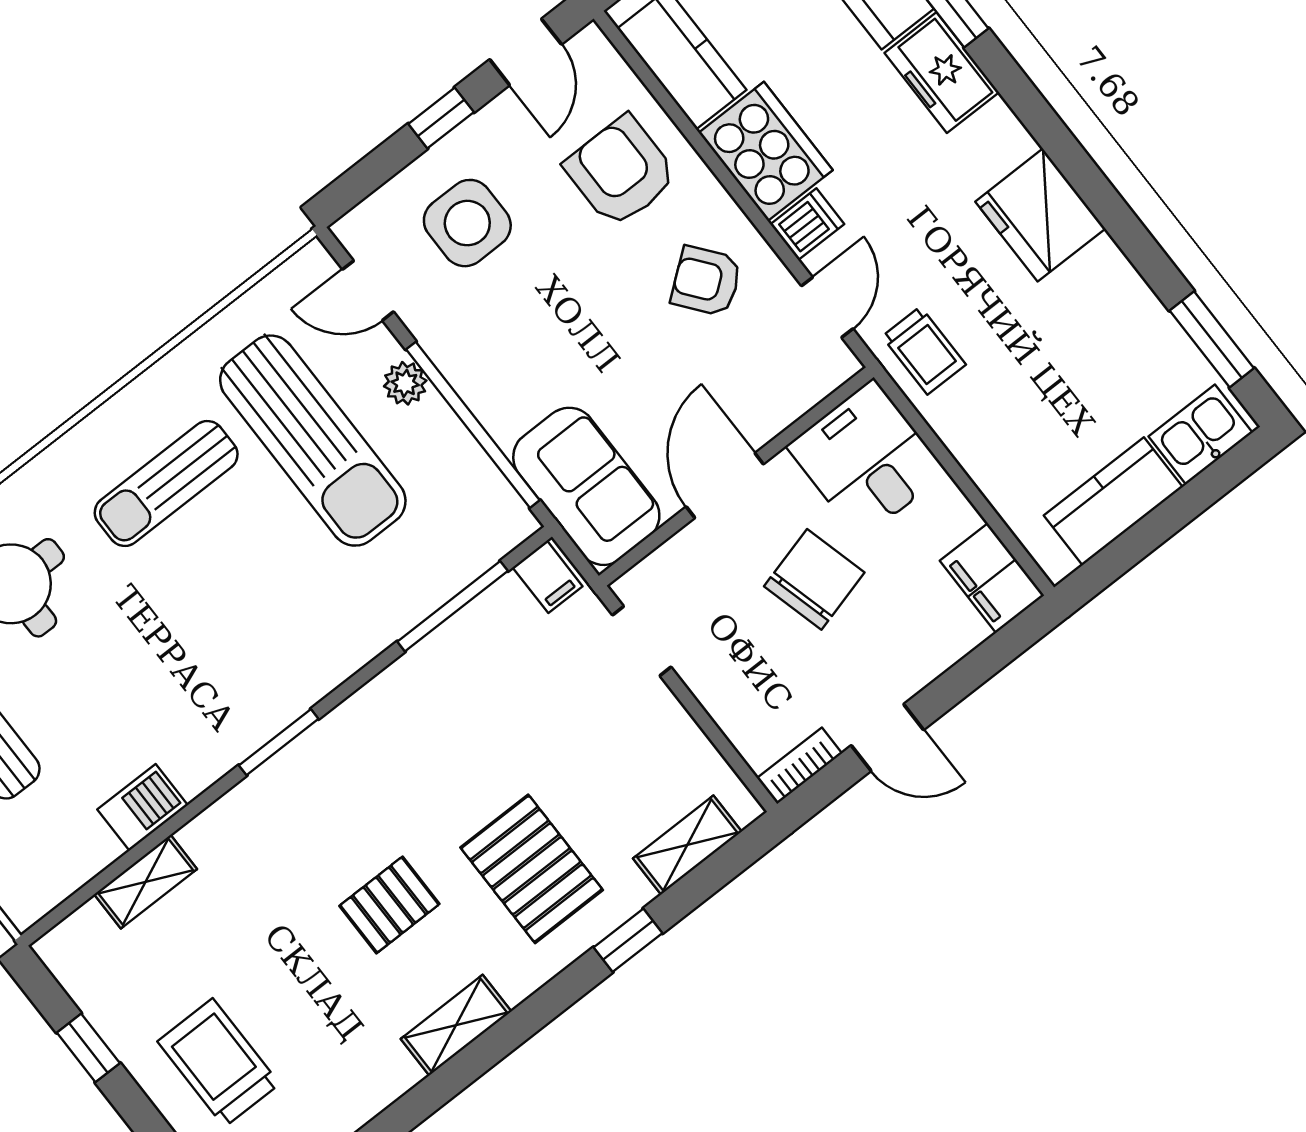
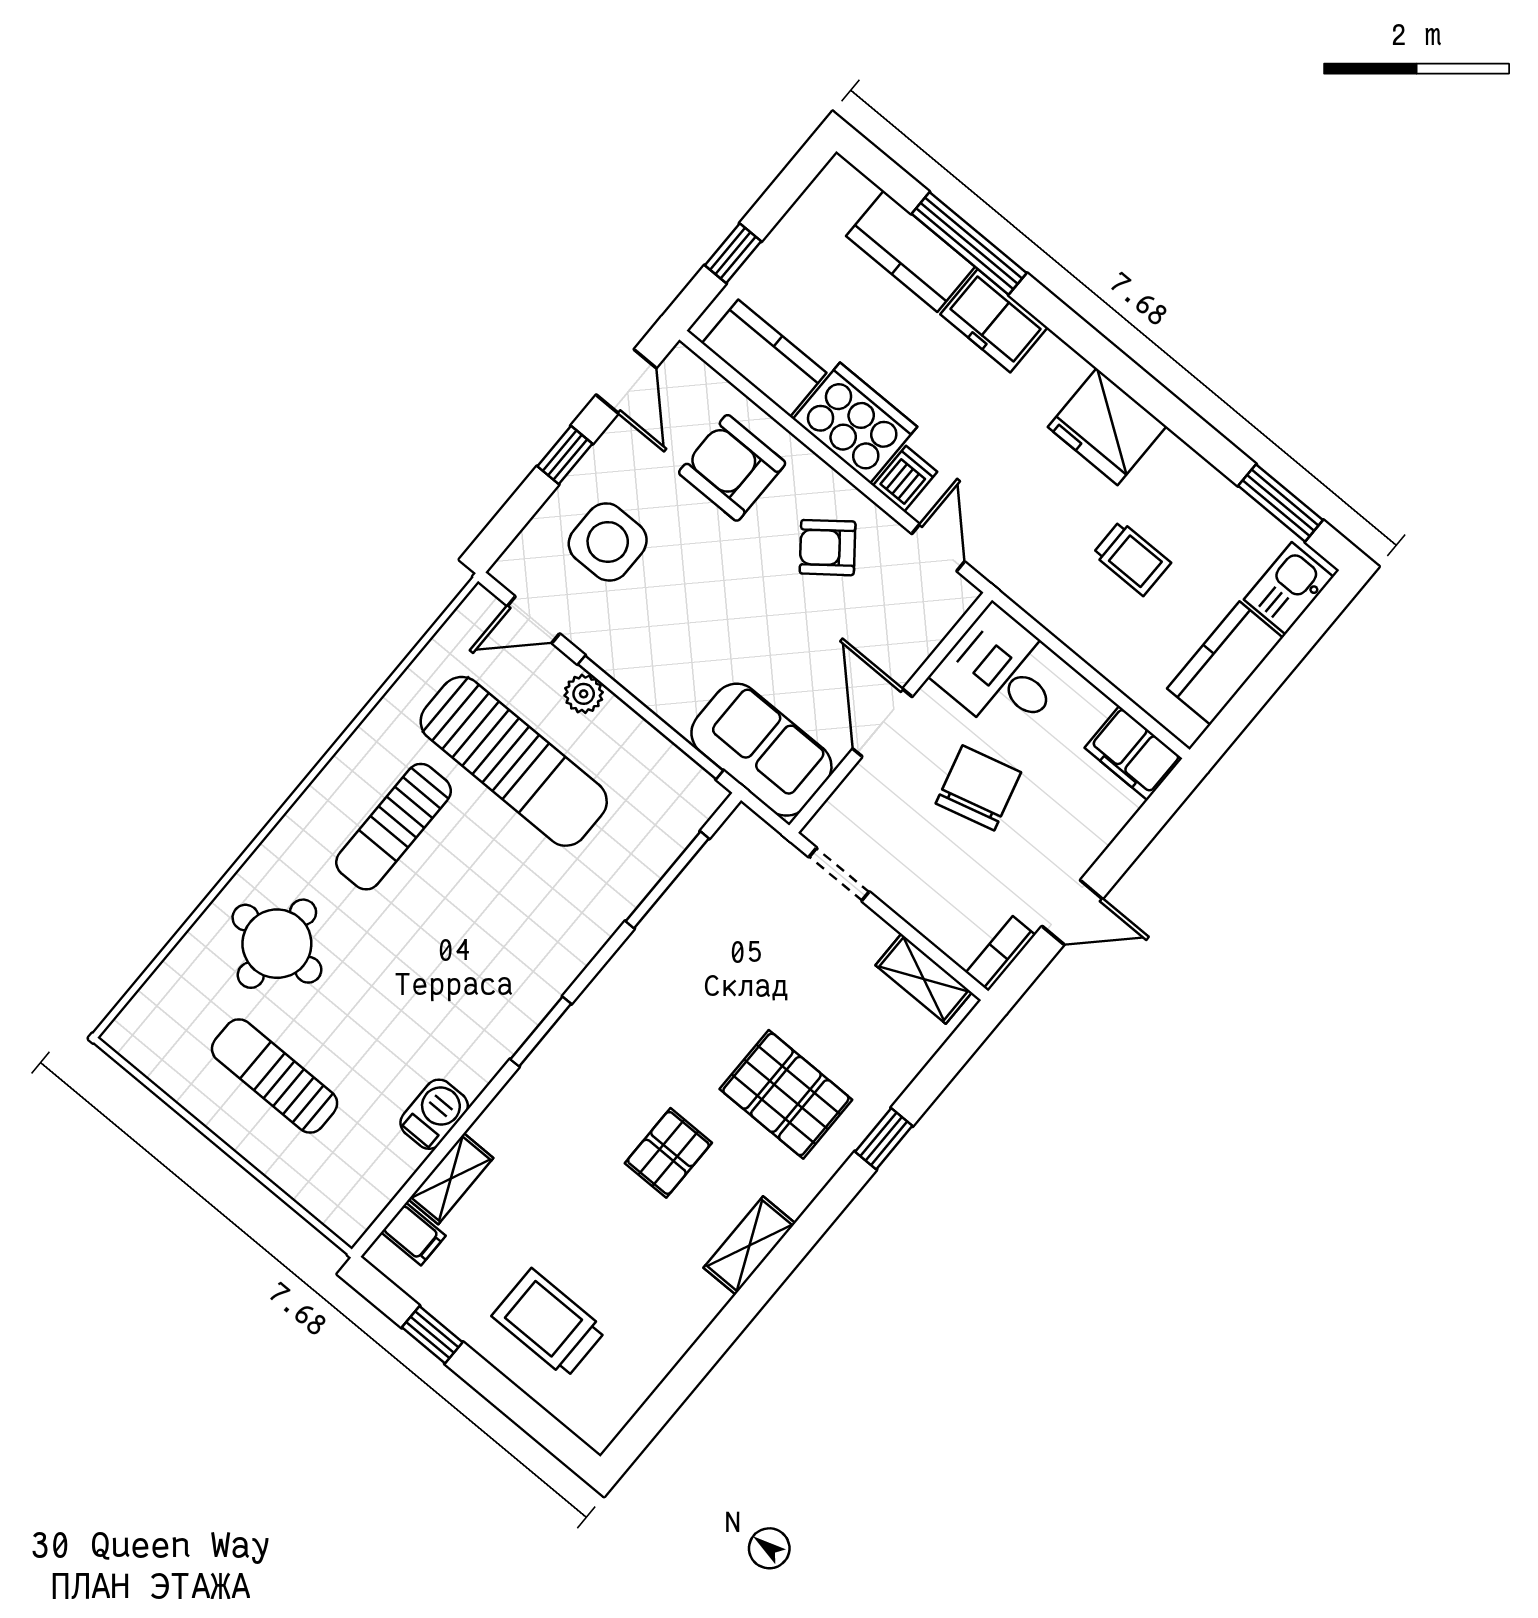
trolley: (924, 351) -> (1132, 558), moved
filing cabinet: (548, 577) -> (413, 1234), moved
shelving: (687, 845) -> (924, 979), moved, turned 90

